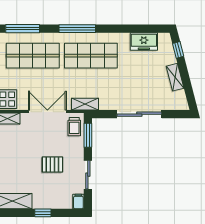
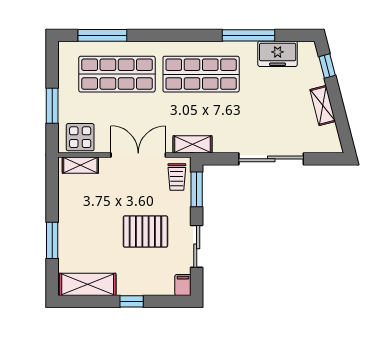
window: (77, 29) -> (248, 35), moved
pallet: (52, 164) -> (145, 232), width x1.50, depth x1.42

